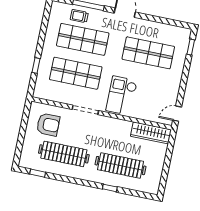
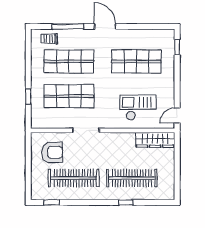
trolley: (79, 16) -> (49, 39), moved
checkout: (122, 96) -> (138, 107), moved, turned 90

